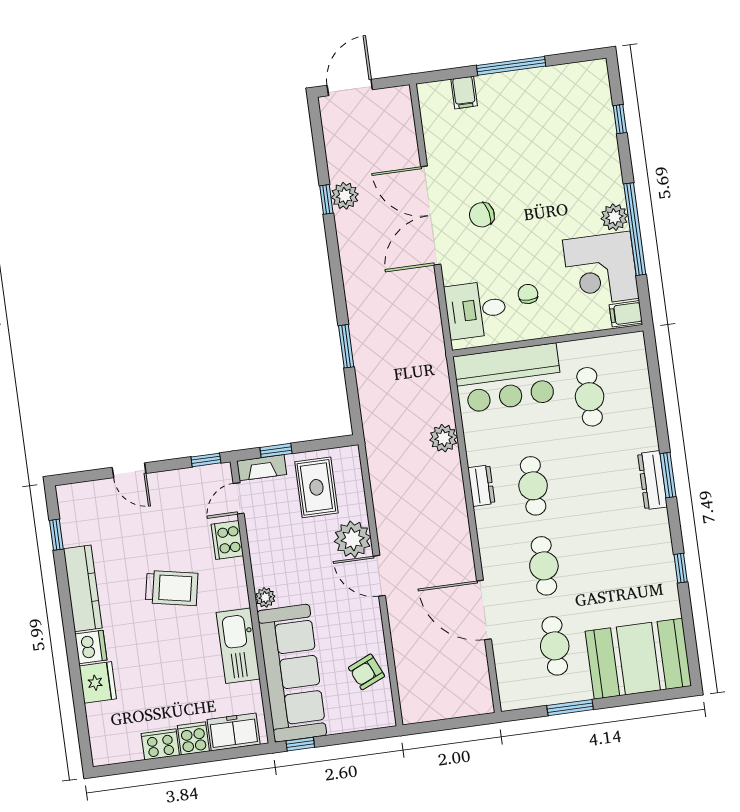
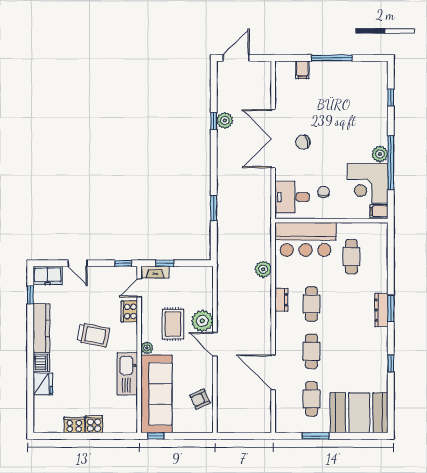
rug: (316, 487) -> (173, 324), moved
freezer: (234, 732) -> (48, 275), moved, turned 180

